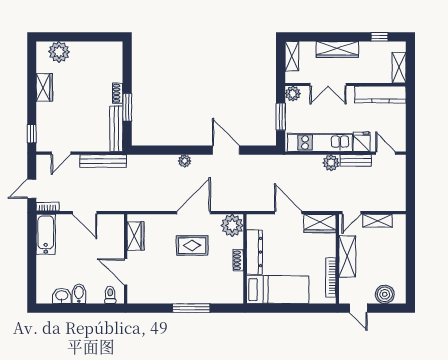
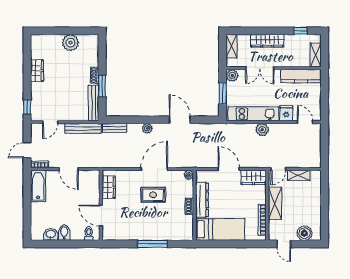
plant: (59, 52) -> (70, 43), moved
bench: (356, 160) -> (114, 128), moved
plant: (232, 225) -> (189, 175), width x0.53, depth x0.53

